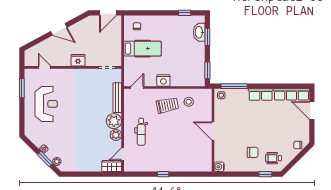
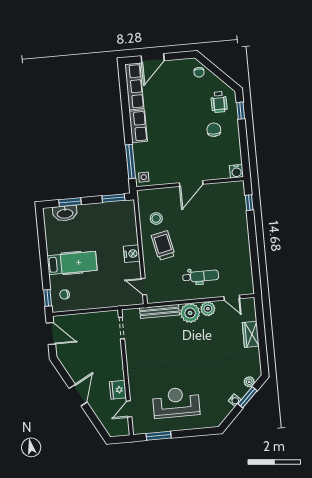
window: (185, 13) -> (48, 298), moved
hospital bed: (143, 49) -> (72, 263), moved, turned 90
fridge: (78, 60) -> (118, 390), moved
wardrobe: (112, 166) -> (251, 334), moved
window: (163, 174) -> (249, 203), moved

